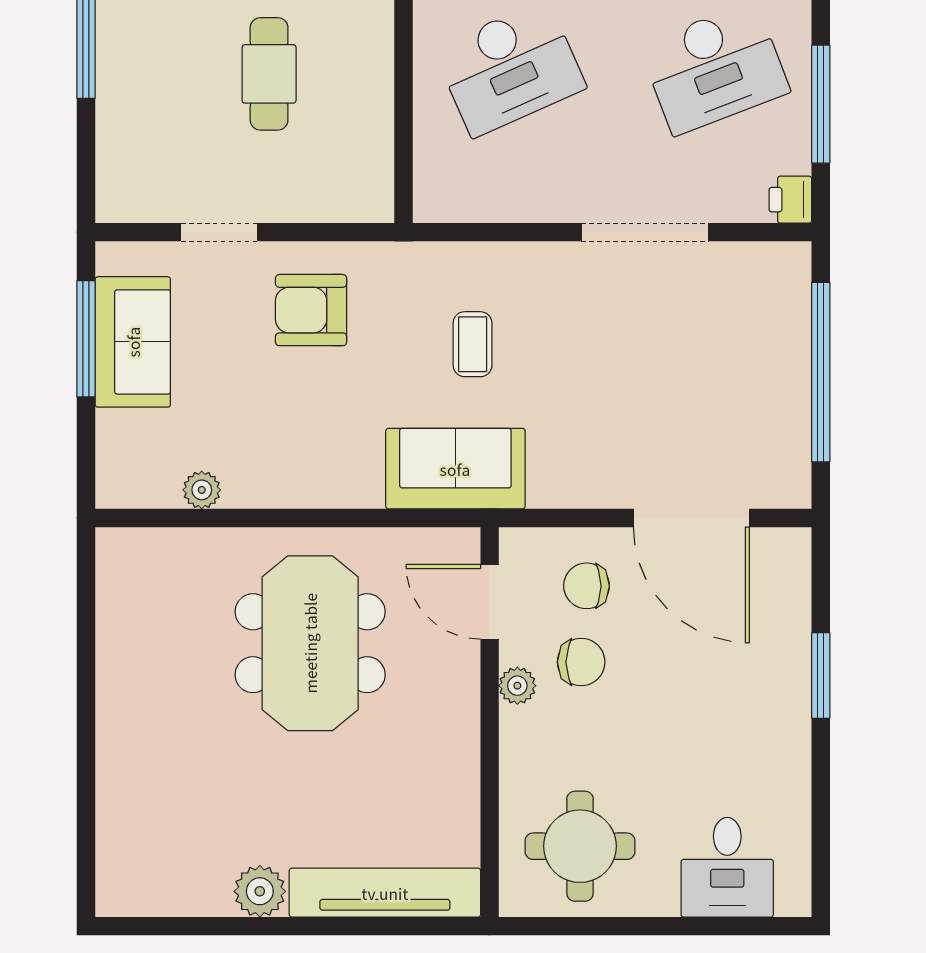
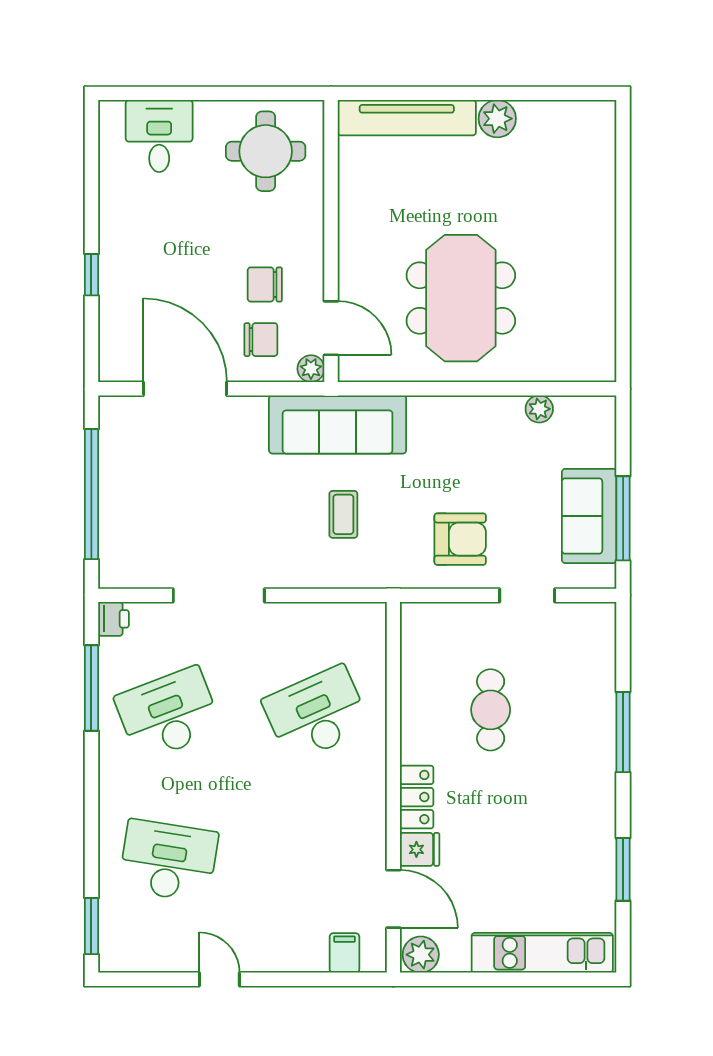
sofa: (455, 469) -> (338, 424), width x1.36
window: (821, 675) -> (91, 275), width x0.67
plant: (517, 686) -> (311, 369), moved

